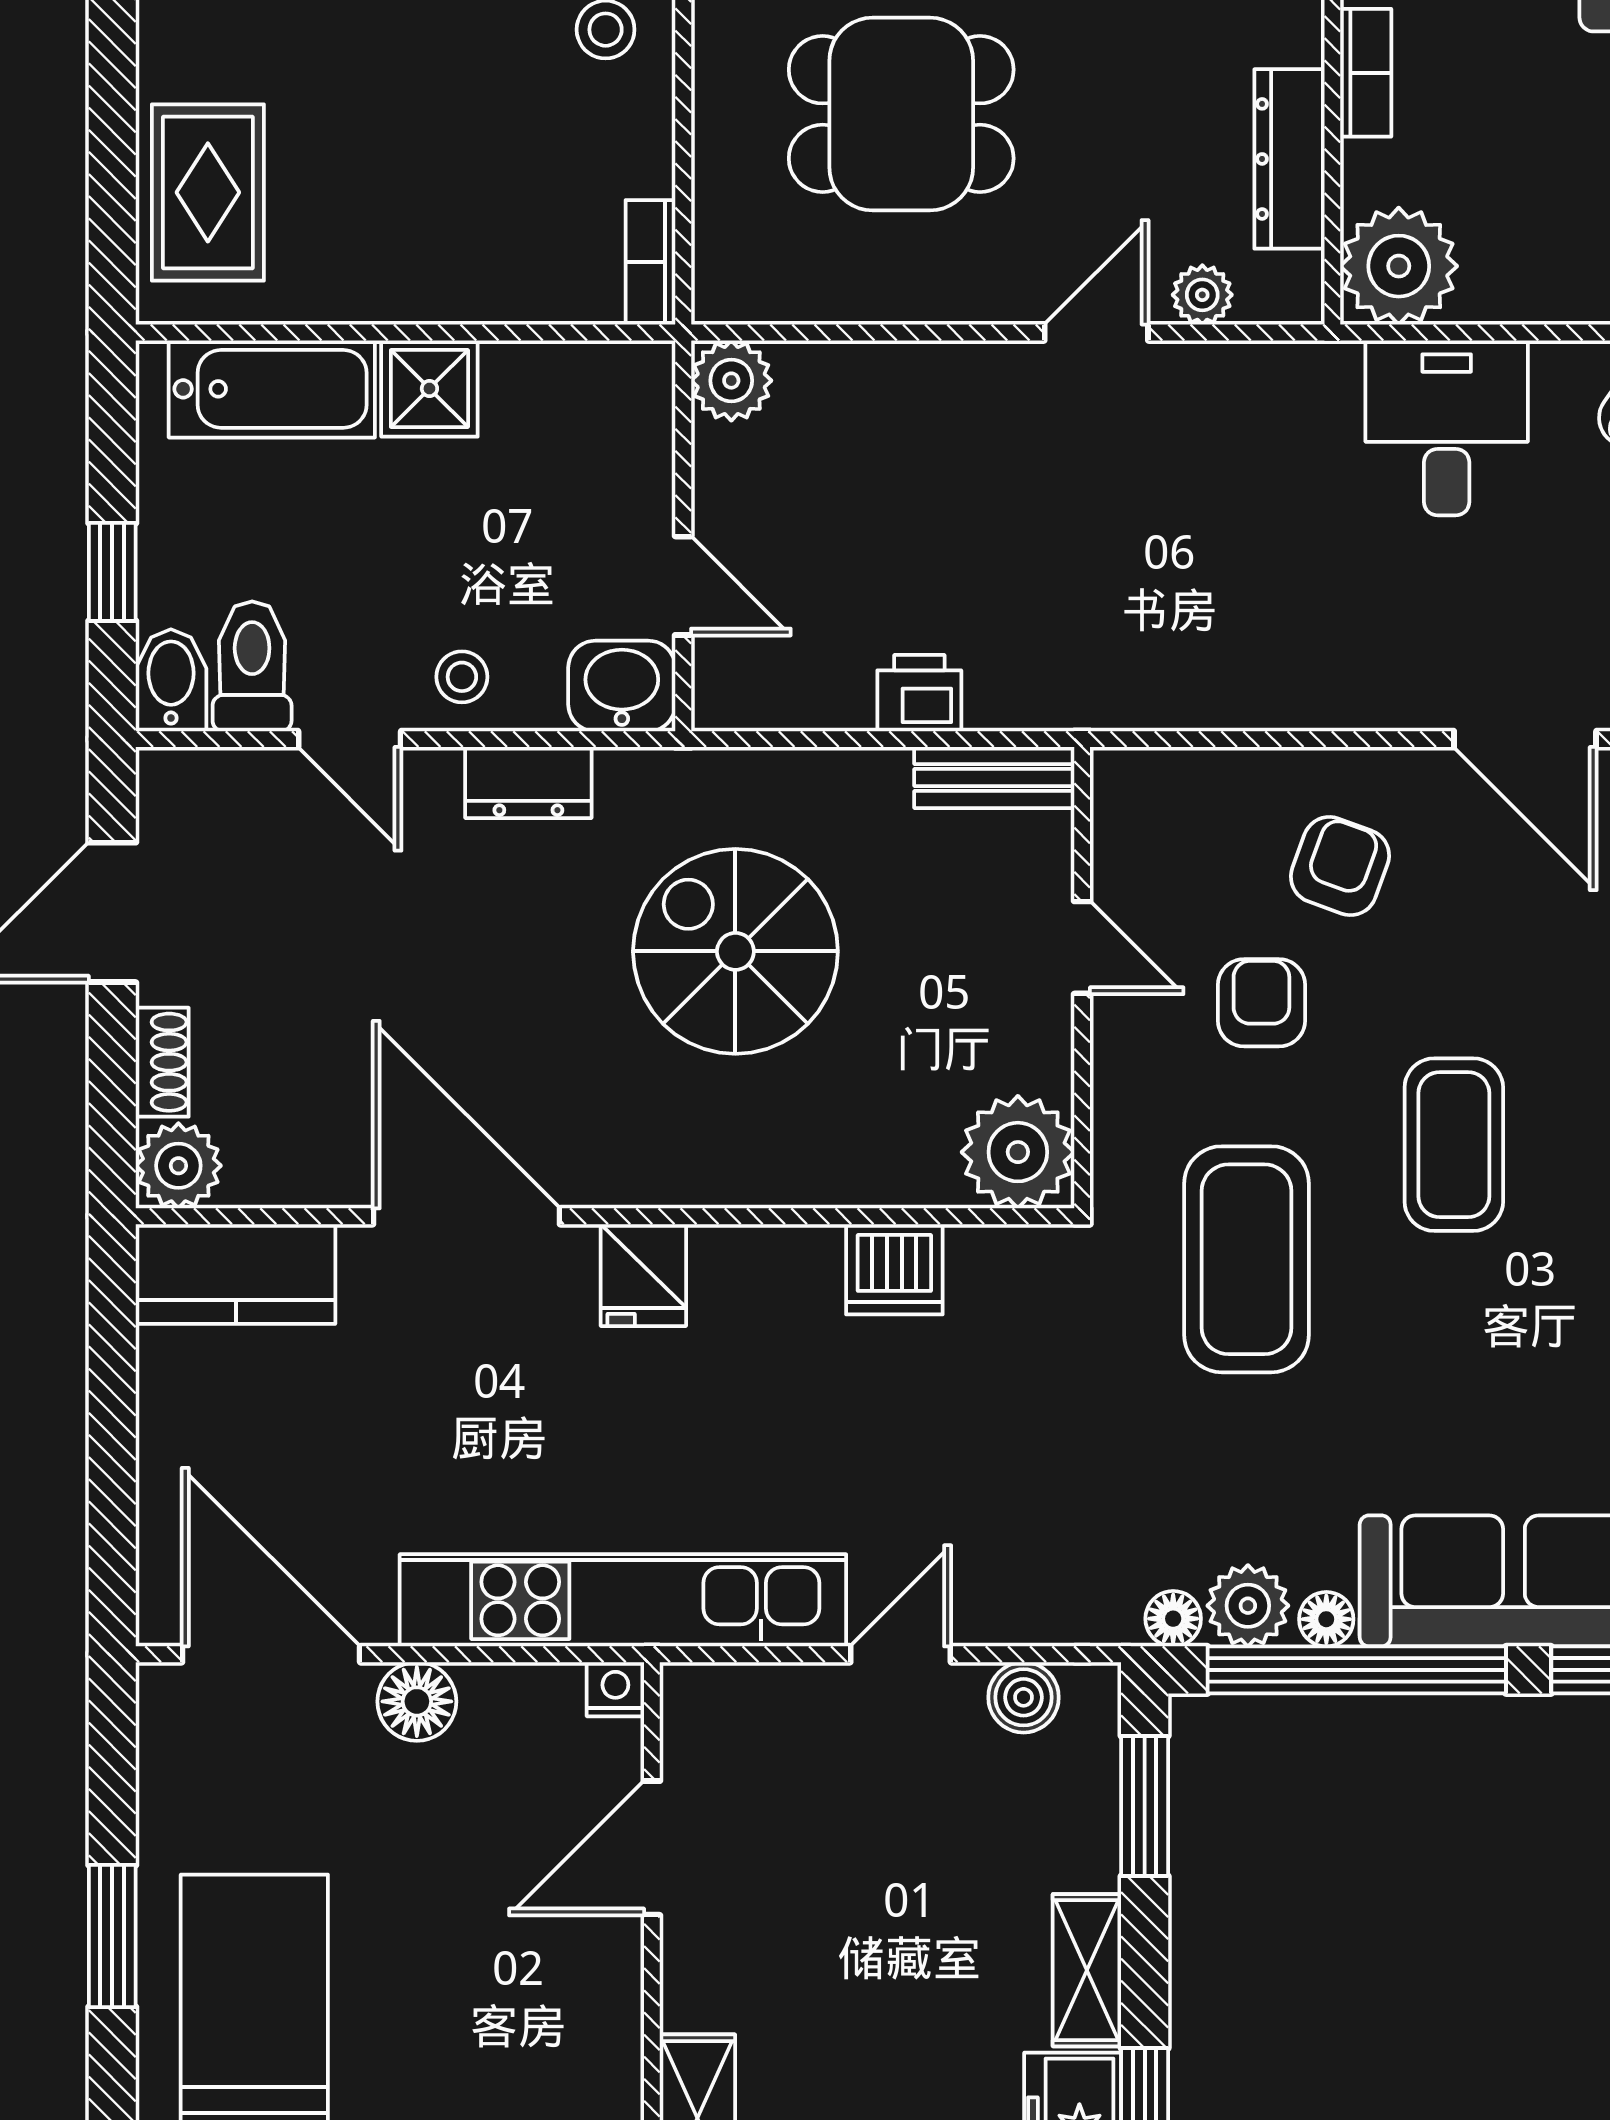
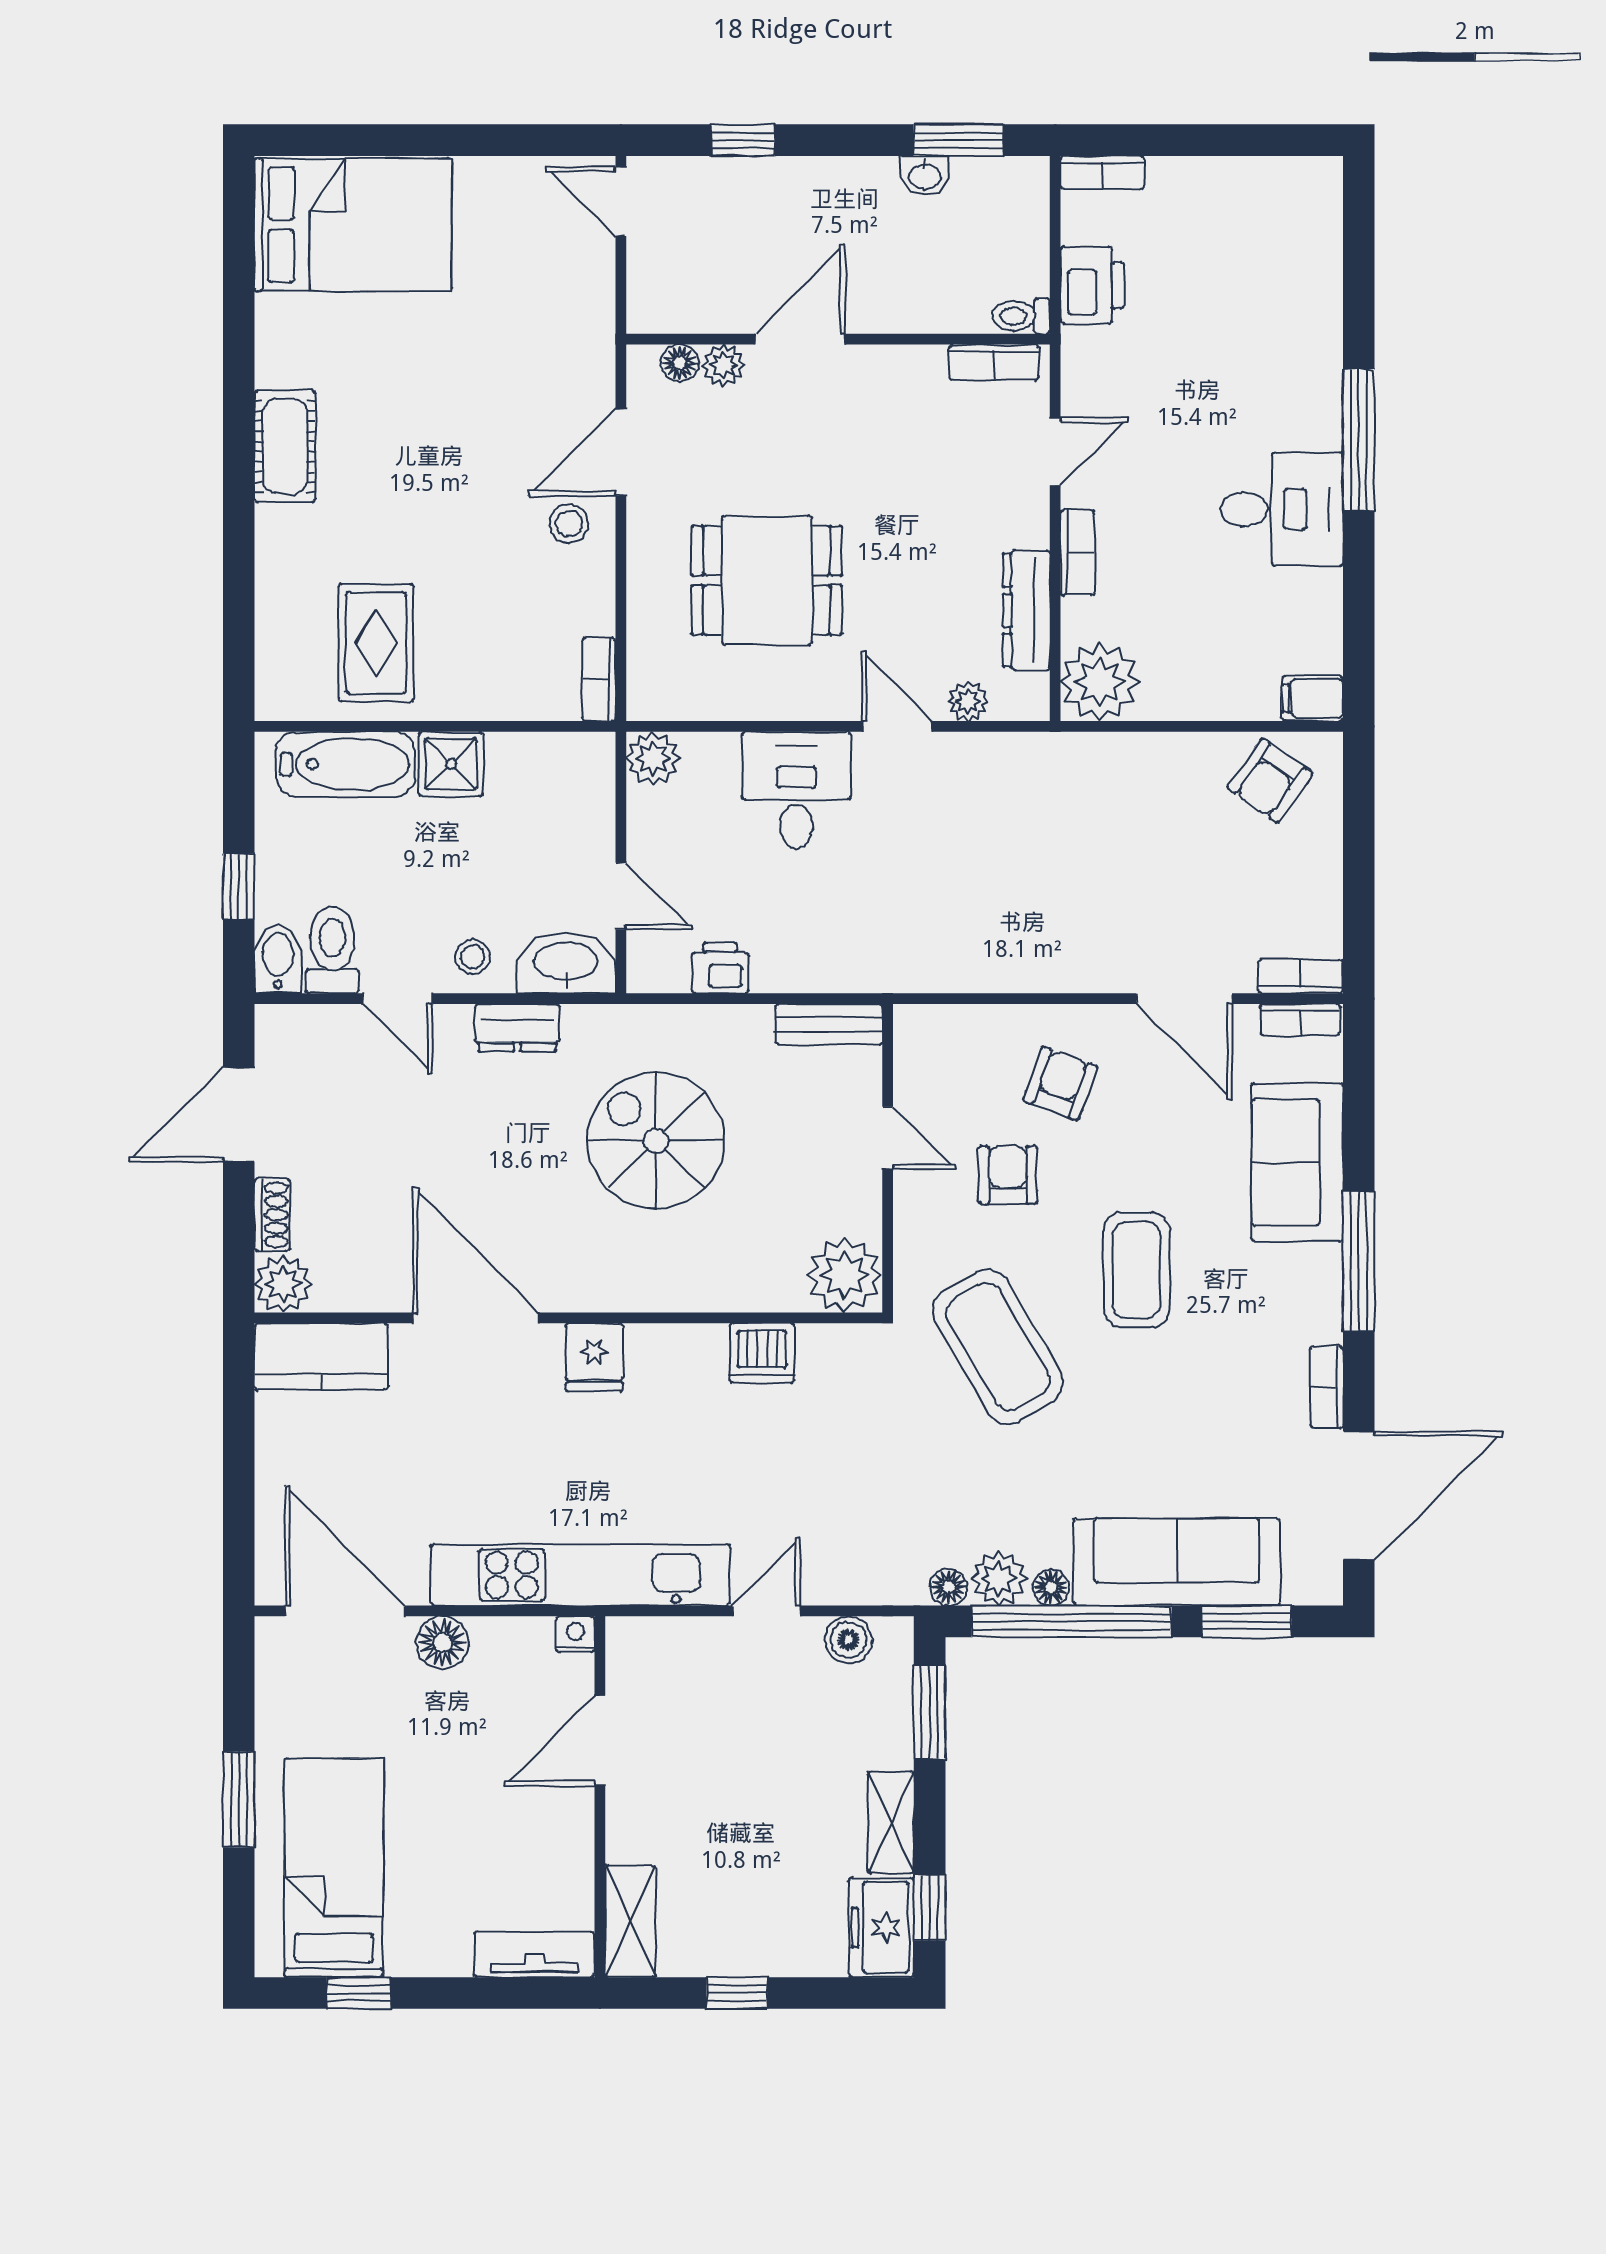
rug: (208, 192) -> (376, 643), moved
door: (1096, 332) -> (897, 726), hinge flipped
desk: (1447, 428) -> (796, 790), moved
washbasin: (622, 686) -> (566, 963), width x1.38
printer: (919, 693) -> (720, 968), moved
coffee table: (1247, 1259) -> (998, 1347), turned -30

